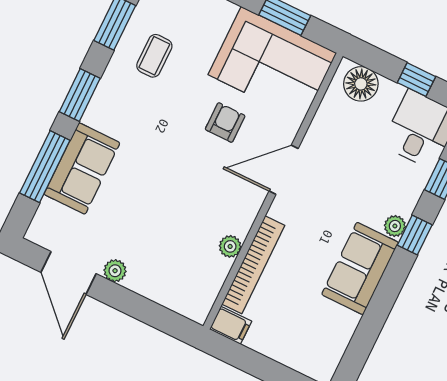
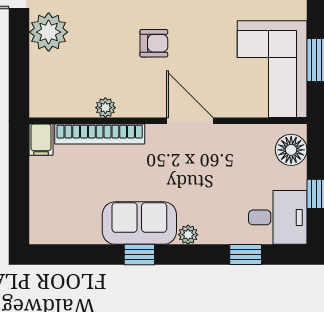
armchair: (225, 123) -> (154, 43), moved
window: (415, 235) -> (139, 255), moved
plant: (115, 271) -> (49, 32), width x1.88, depth x1.88

